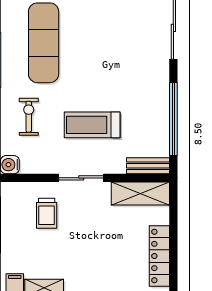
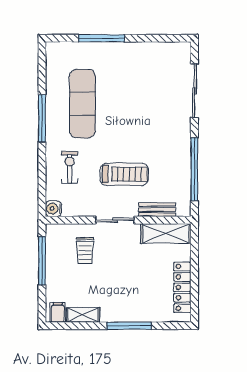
treadmill: (92, 125) -> (124, 174), turned 180
bench: (148, 166) -> (157, 210), moved

